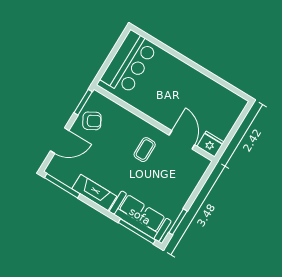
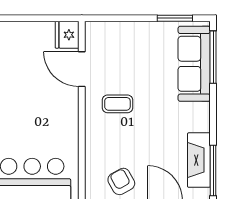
door: (182, 140) -> (82, 69), hinge flipped
fireplace: (94, 193) -> (199, 160), moved

